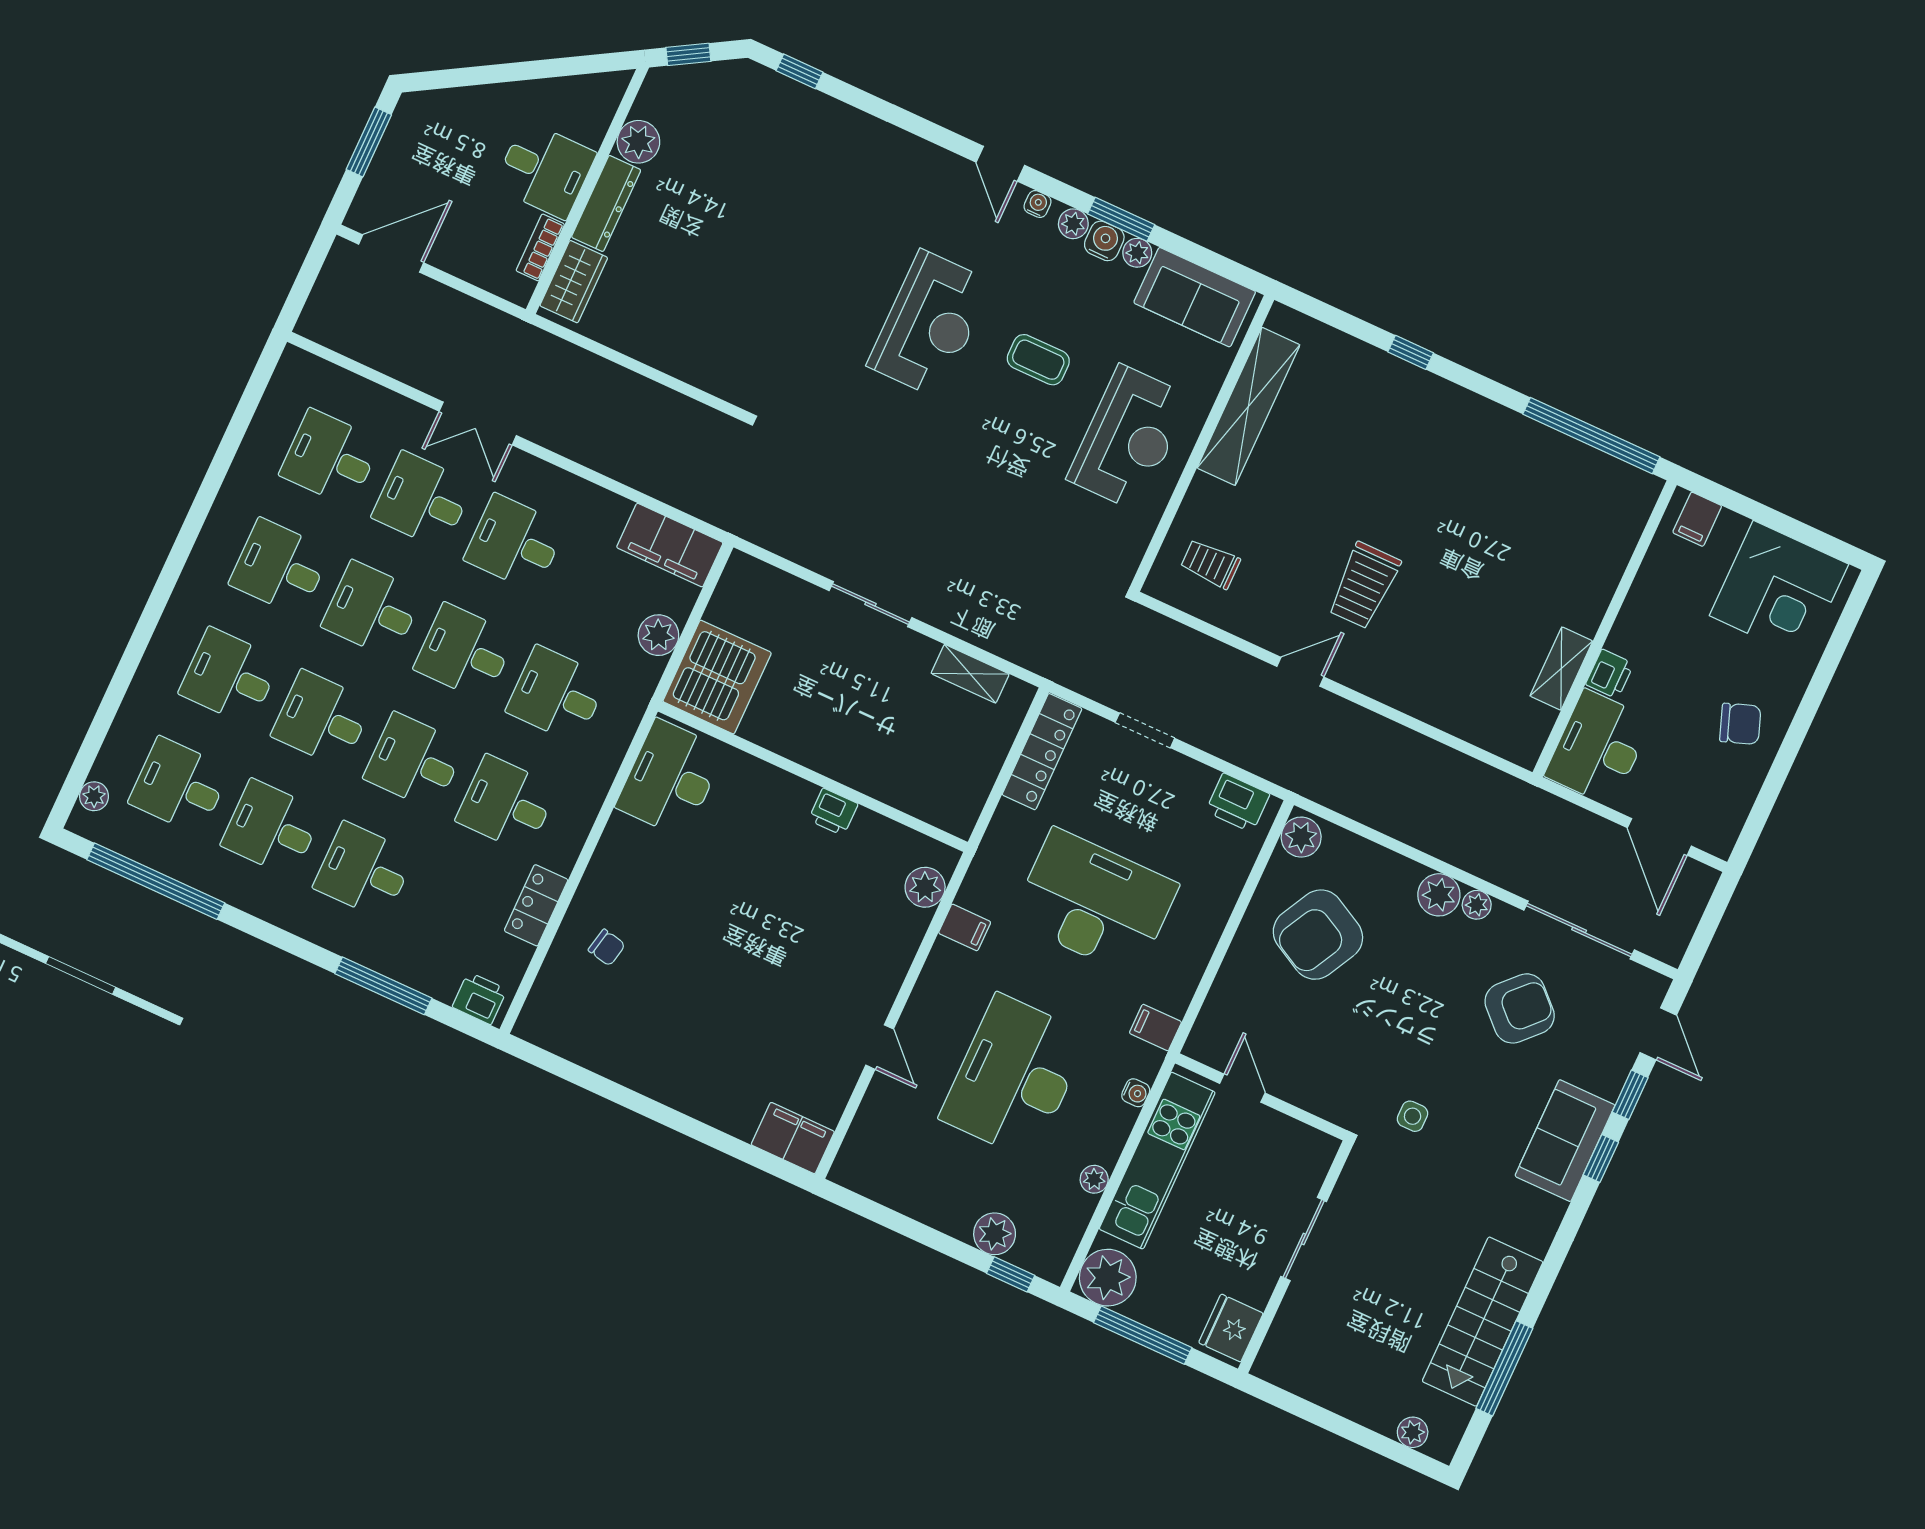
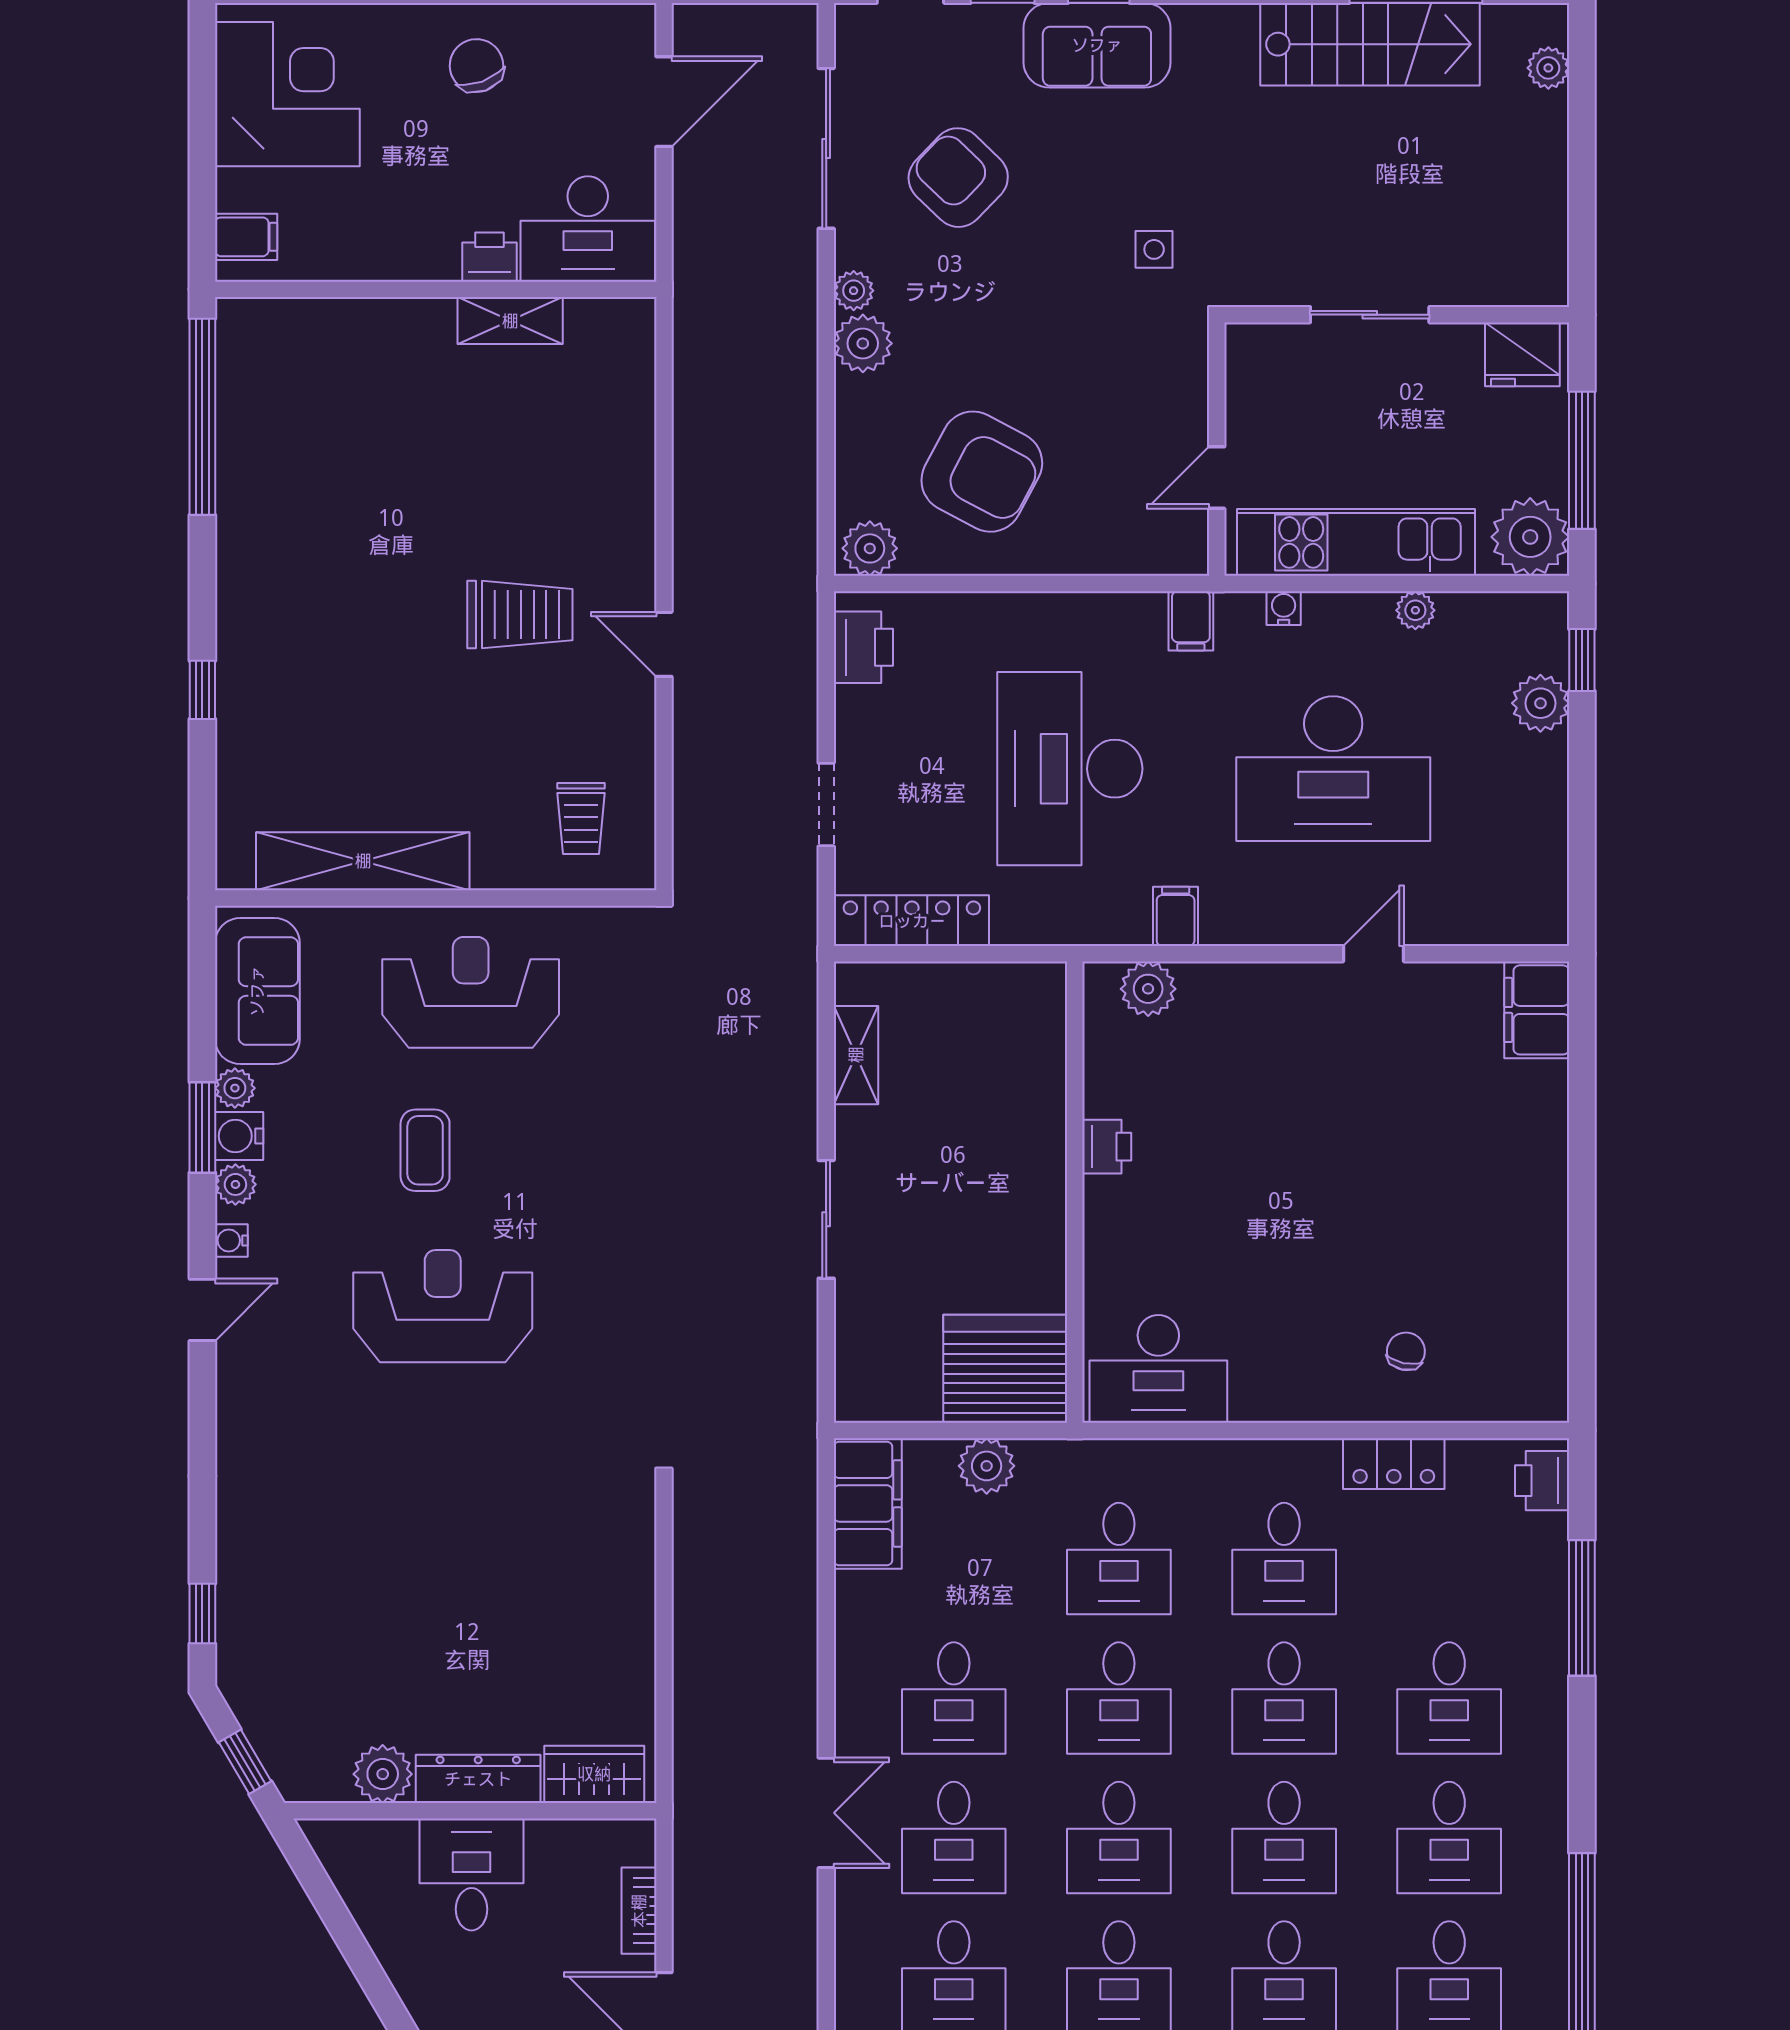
bookcase: (540, 247) -> (639, 1911), moved, turned 90

